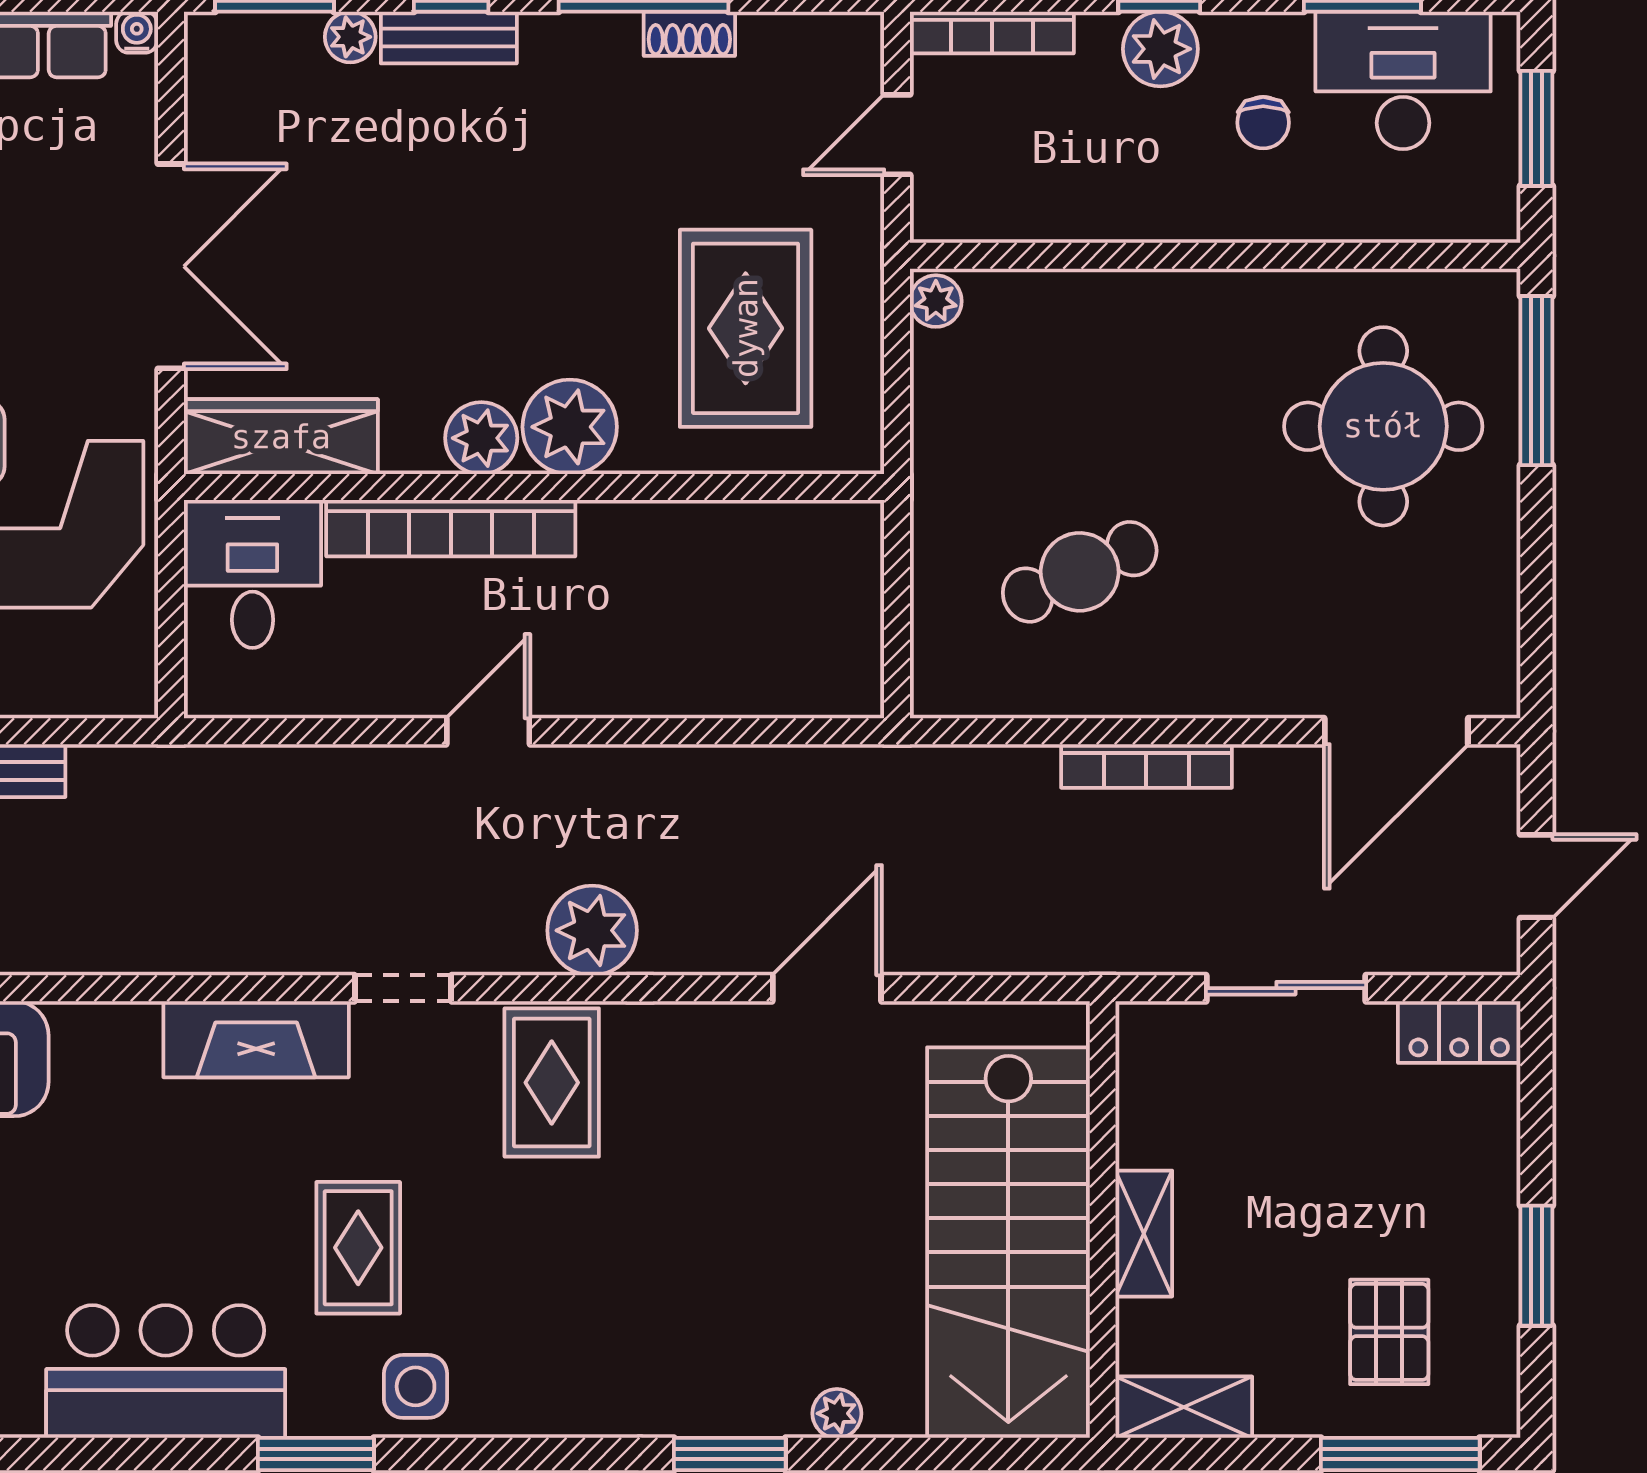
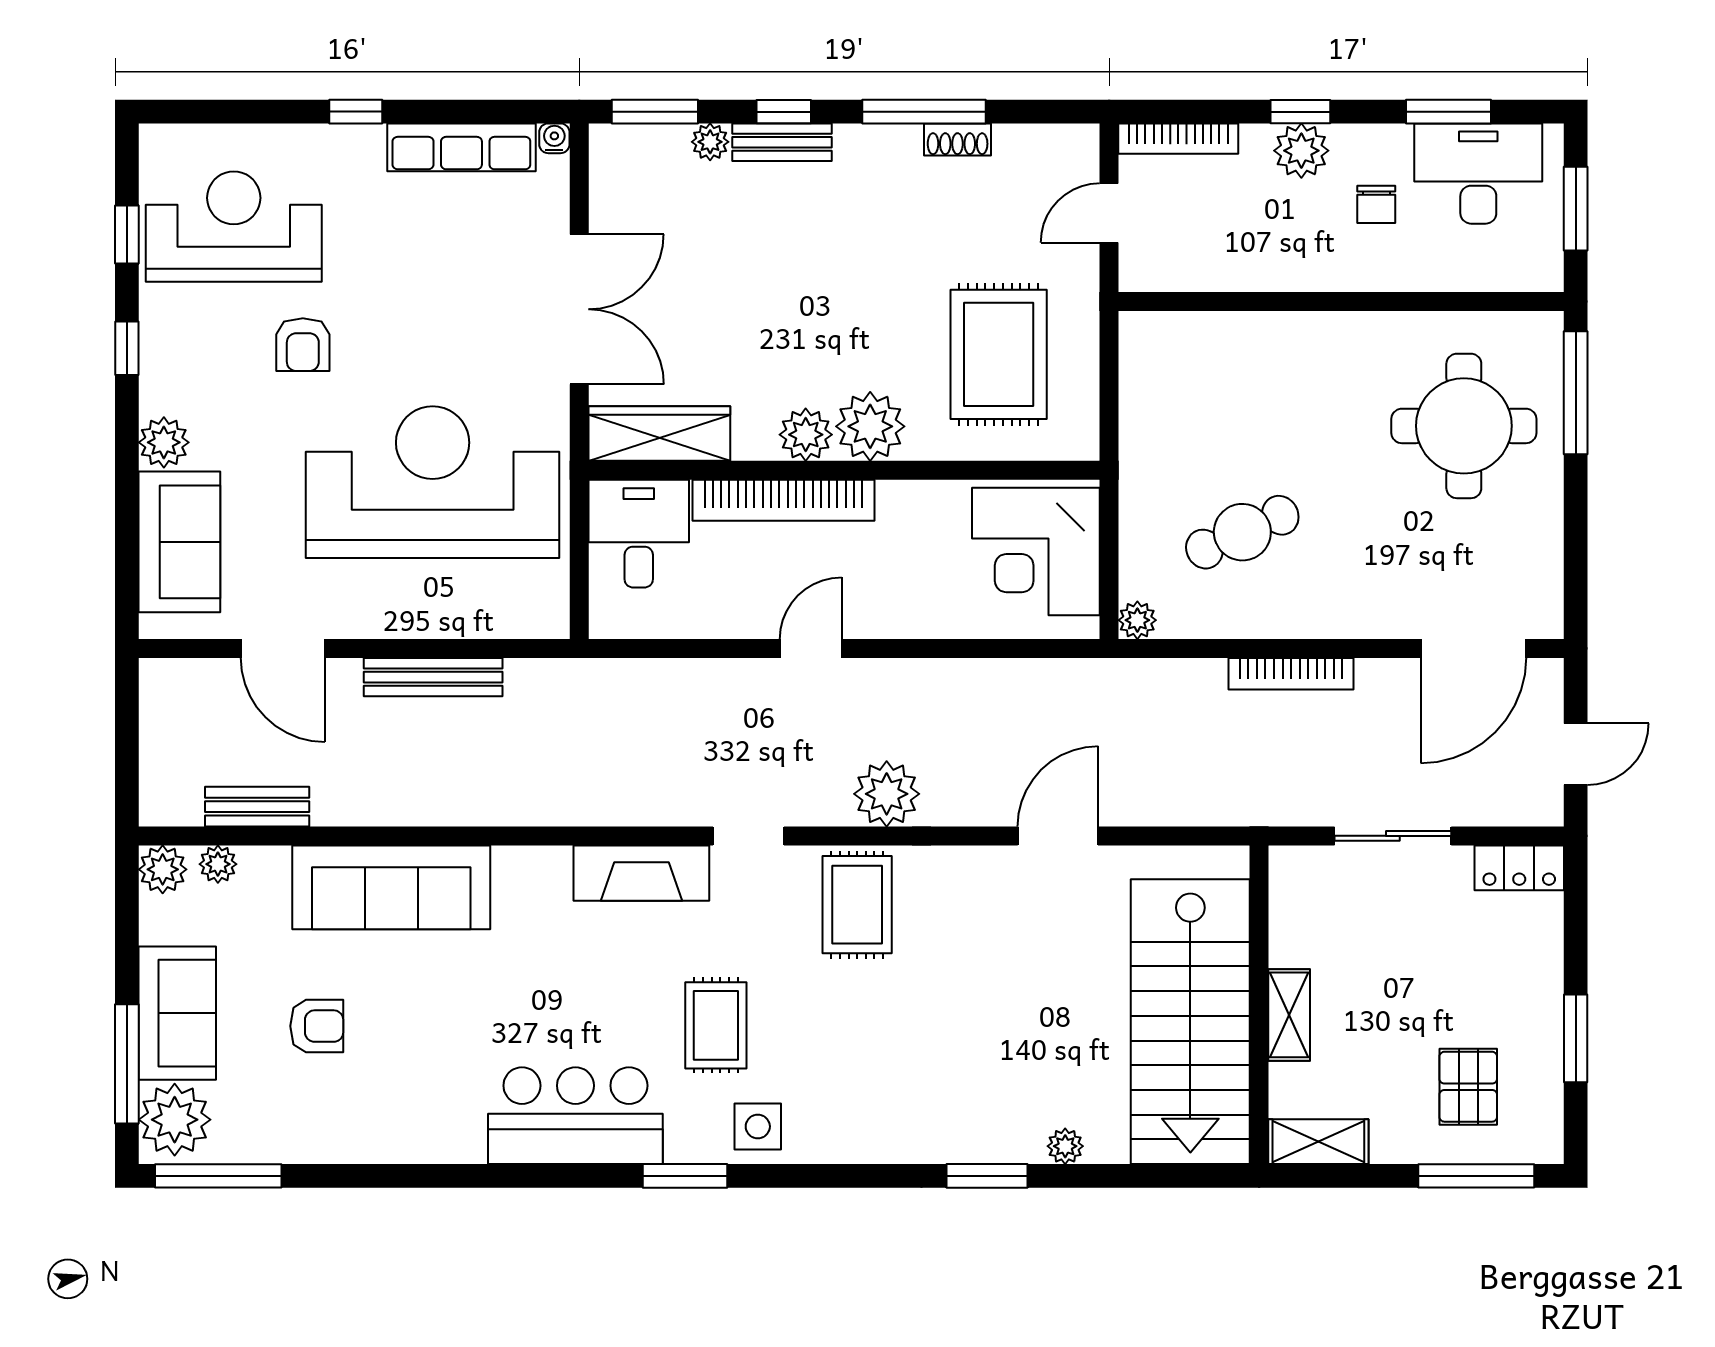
plant: (936, 301) -> (1137, 620), moved
corner desk: (797, 598) -> (1036, 551), added

